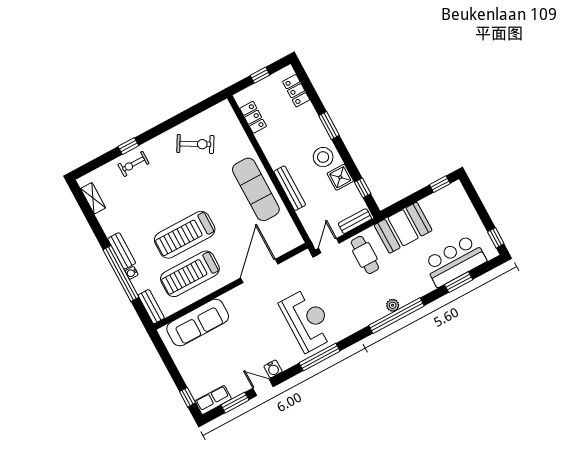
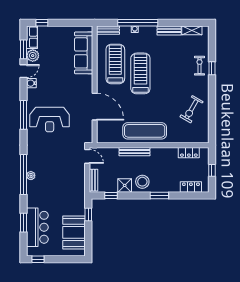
window: (440, 184) -> (88, 215), moved
booth: (403, 228) -> (74, 232), moved
bench: (122, 251) -> (169, 30), moved
cafe table: (365, 255) -> (70, 175), removed
plant: (236, 386) -> (33, 56), added

